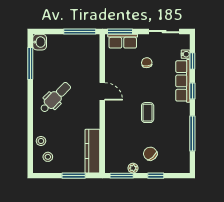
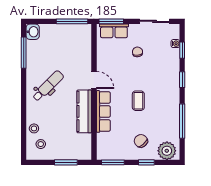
row of seats: (183, 81) -> (103, 111), moved, turned 180
kitchen counter: (92, 151) -> (84, 111), moved
plant: (133, 168) -> (167, 151), moved, width x1.87, depth x1.87

